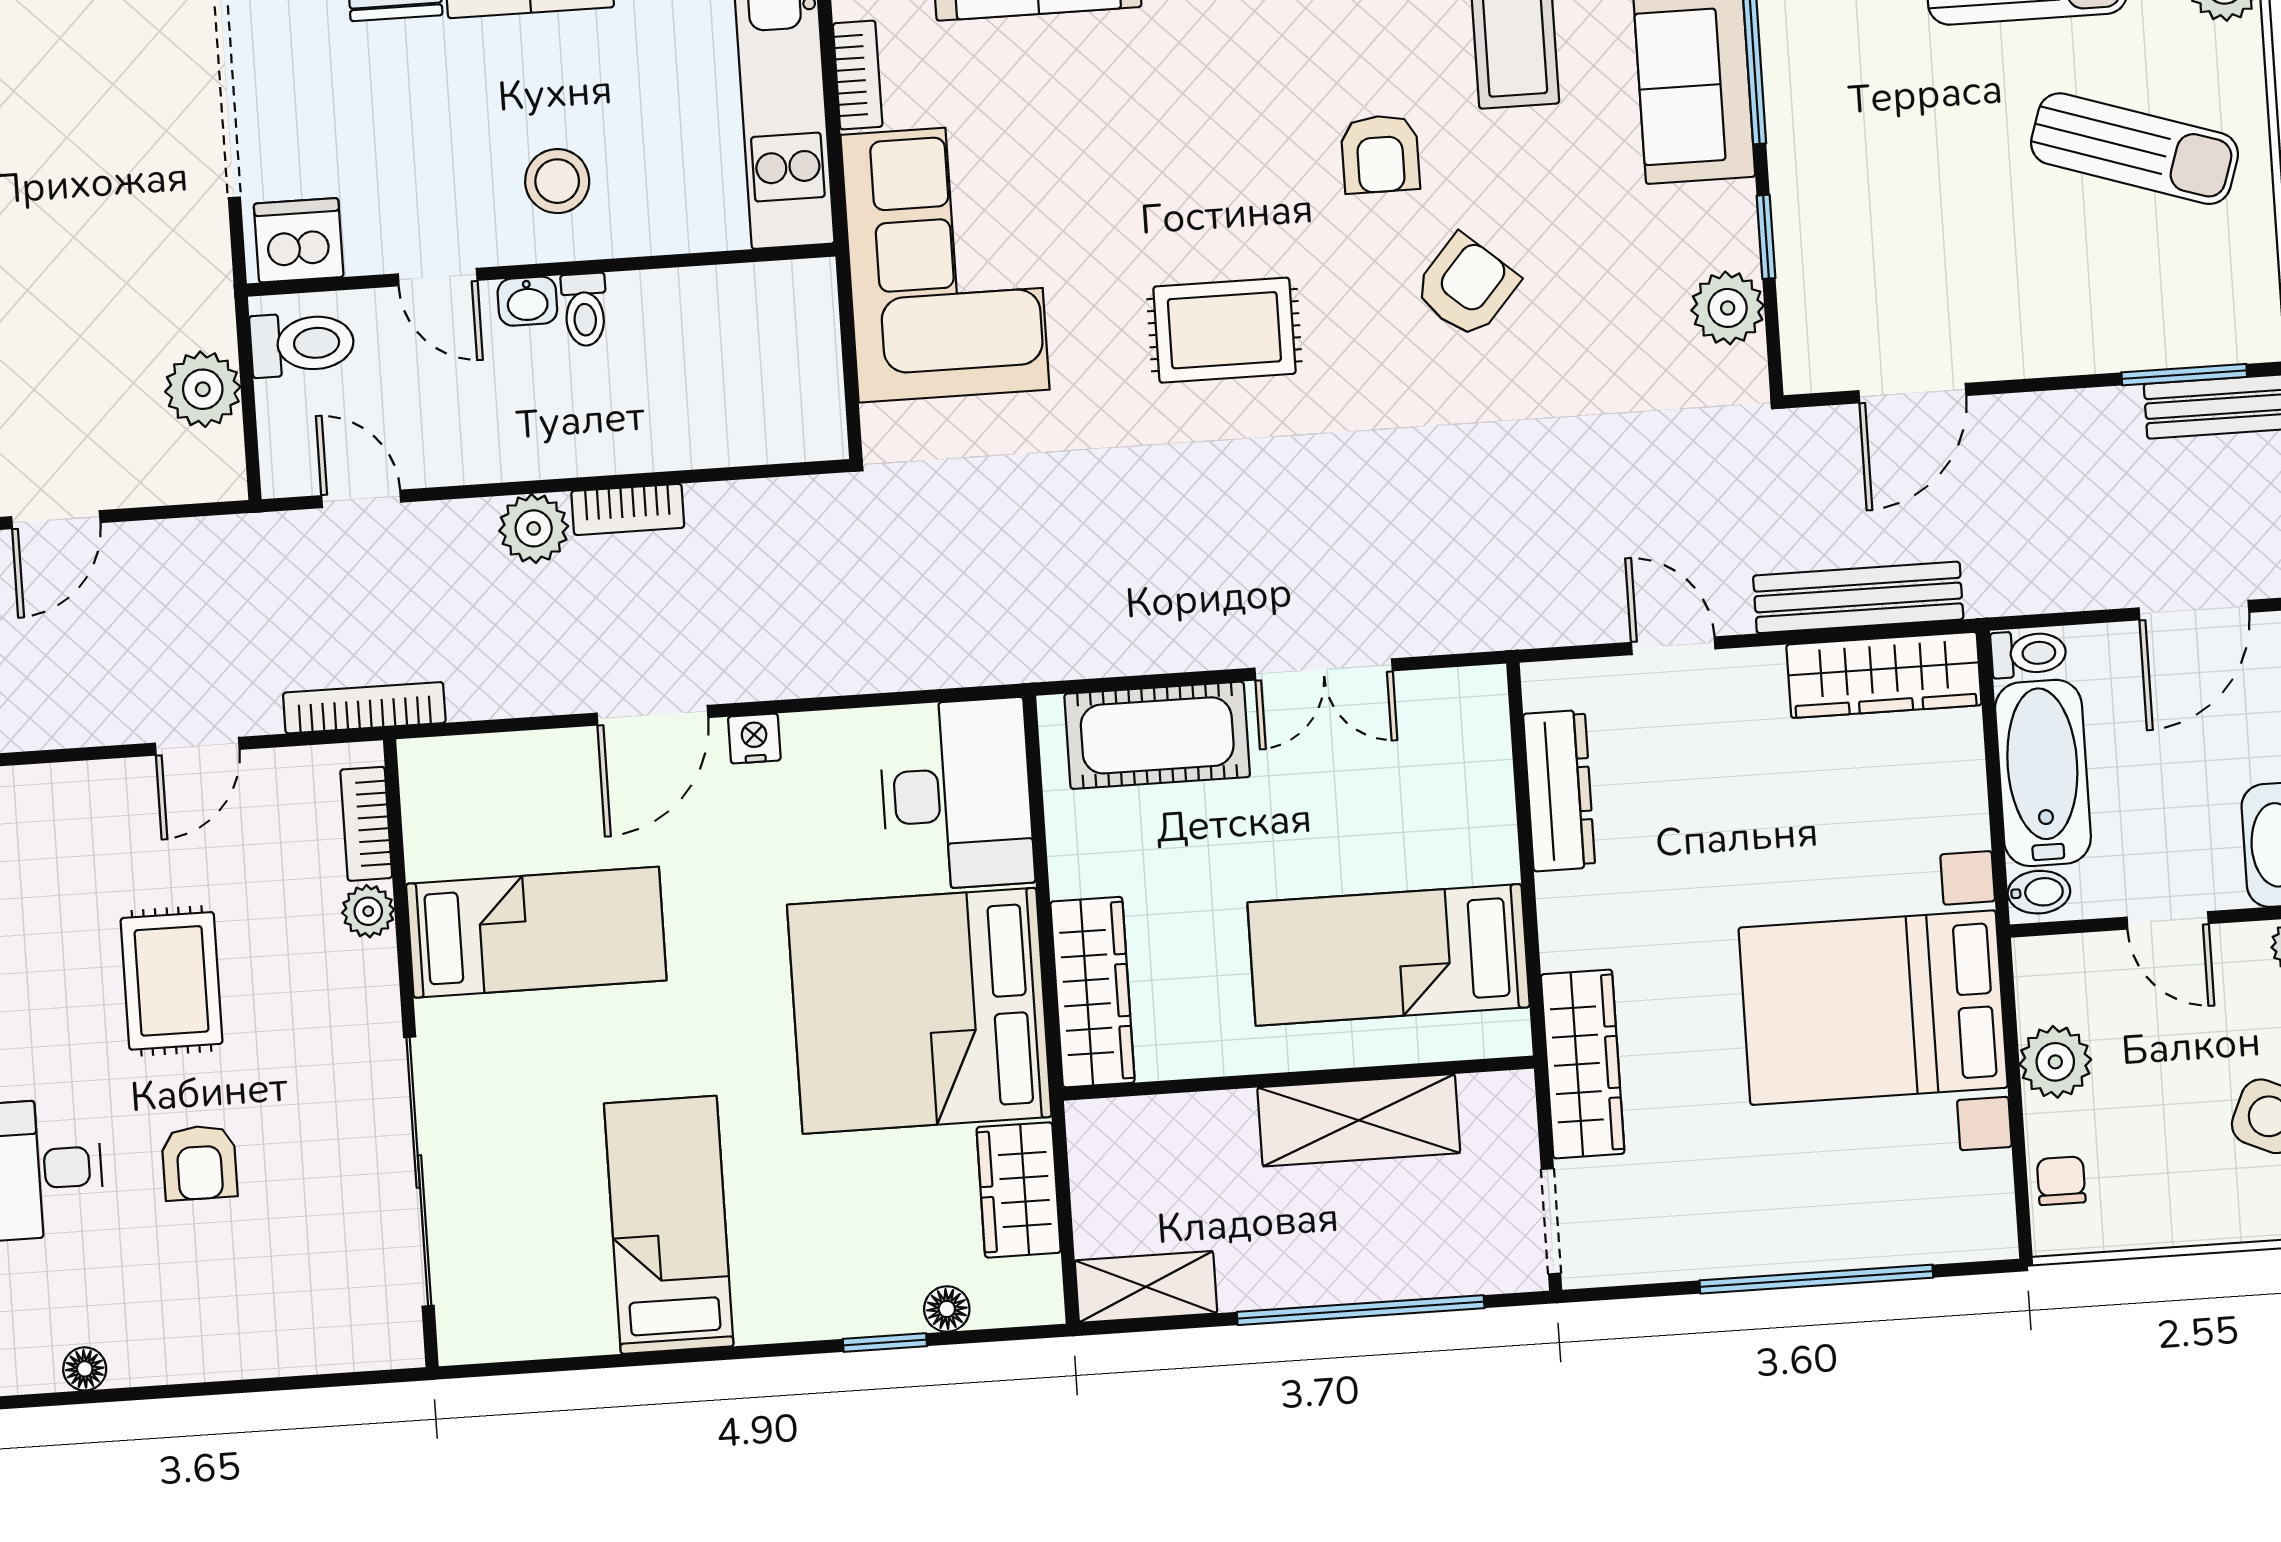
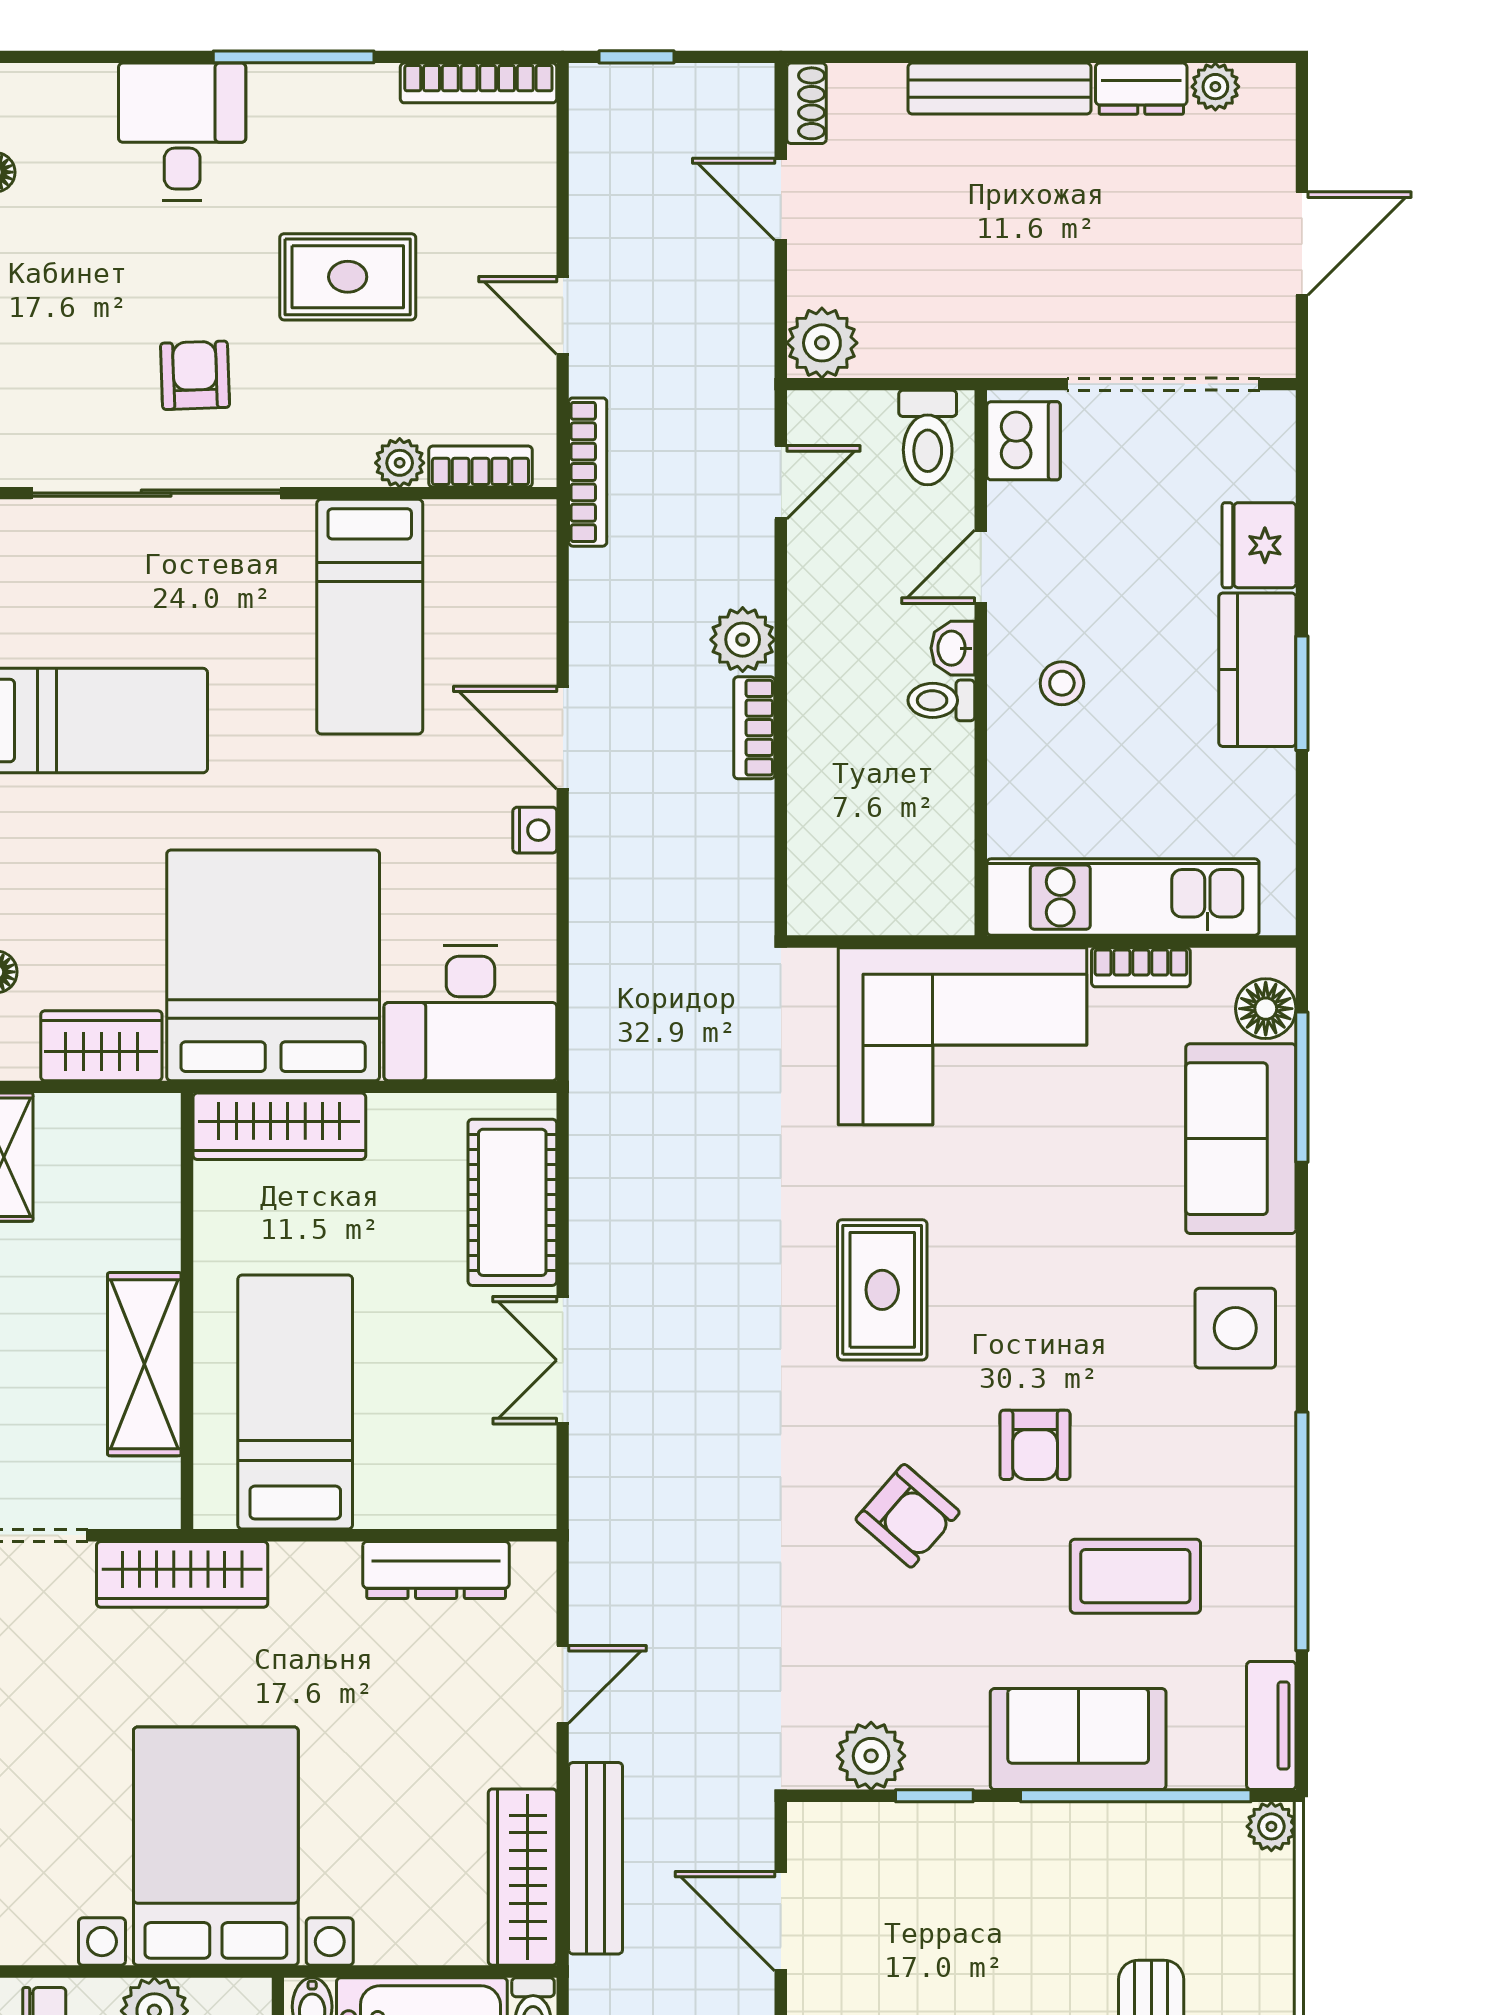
armchair: (1380, 154) -> (1035, 1445), turned -90
stool: (557, 181) -> (1062, 683), width x0.73, depth x0.73
plant: (203, 389) -> (822, 343), moved
armchair: (199, 1163) -> (195, 375), moved, turned 88

